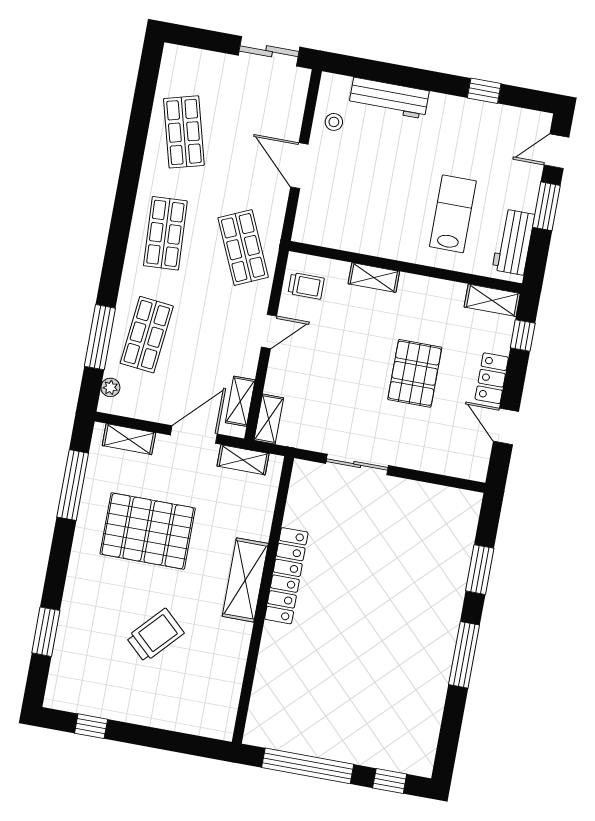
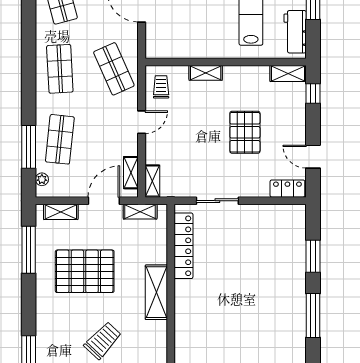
trolley: (306, 286) -> (161, 87), turned -90
locker: (492, 378) -> (287, 189), moved, turned 90
locker: (286, 576) -> (184, 246), moved

